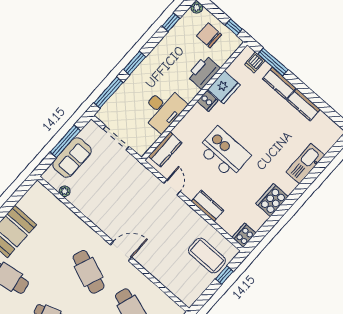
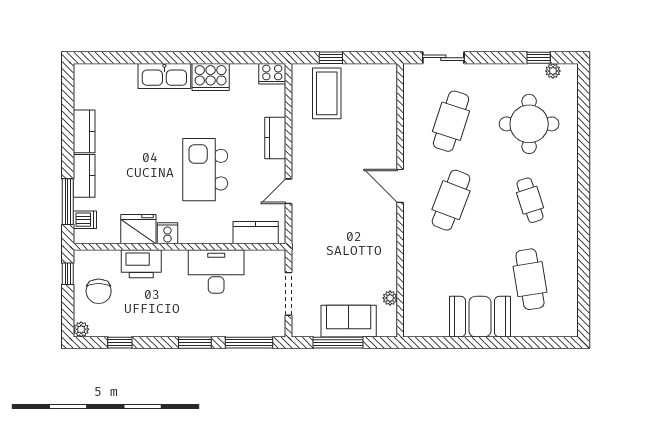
kitchen sink: (305, 164) -> (164, 76), moved

